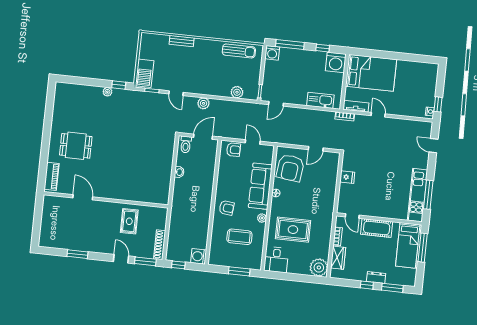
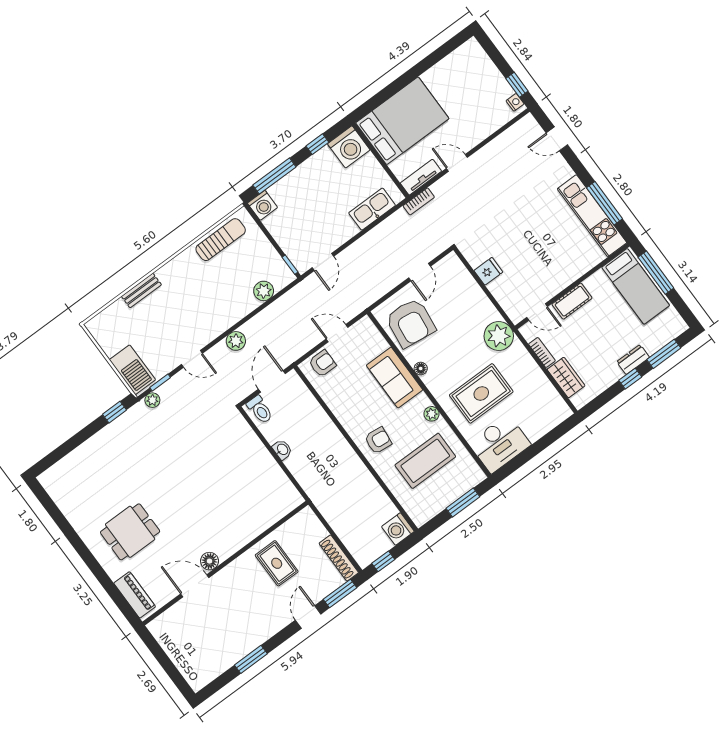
plant: (107, 92) -> (152, 400), moved
sofa: (260, 186) -> (395, 378), width x0.73
floor lamp: (100, 192) -> (210, 561), added
cot: (377, 228) -> (572, 301), width x0.73, depth x0.75
coffee table: (239, 237) -> (425, 461), width x1.36, depth x1.32
door: (121, 259) -> (308, 617), hinge flipped
desk: (276, 260) -> (500, 444), width x1.37
plant: (319, 267) -> (499, 336), moved

